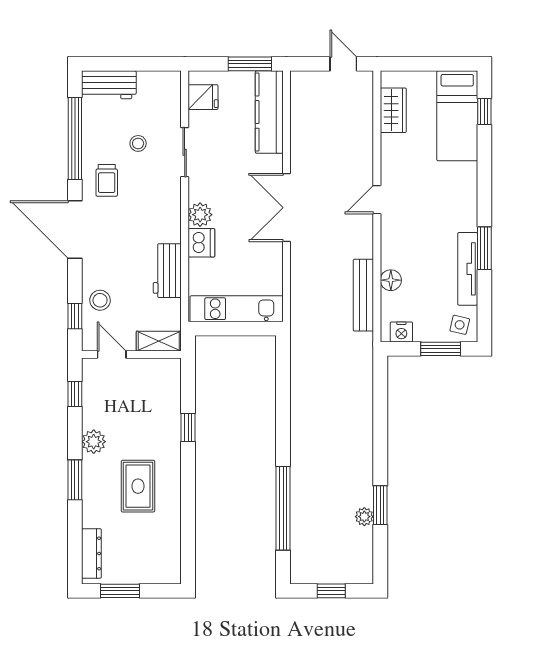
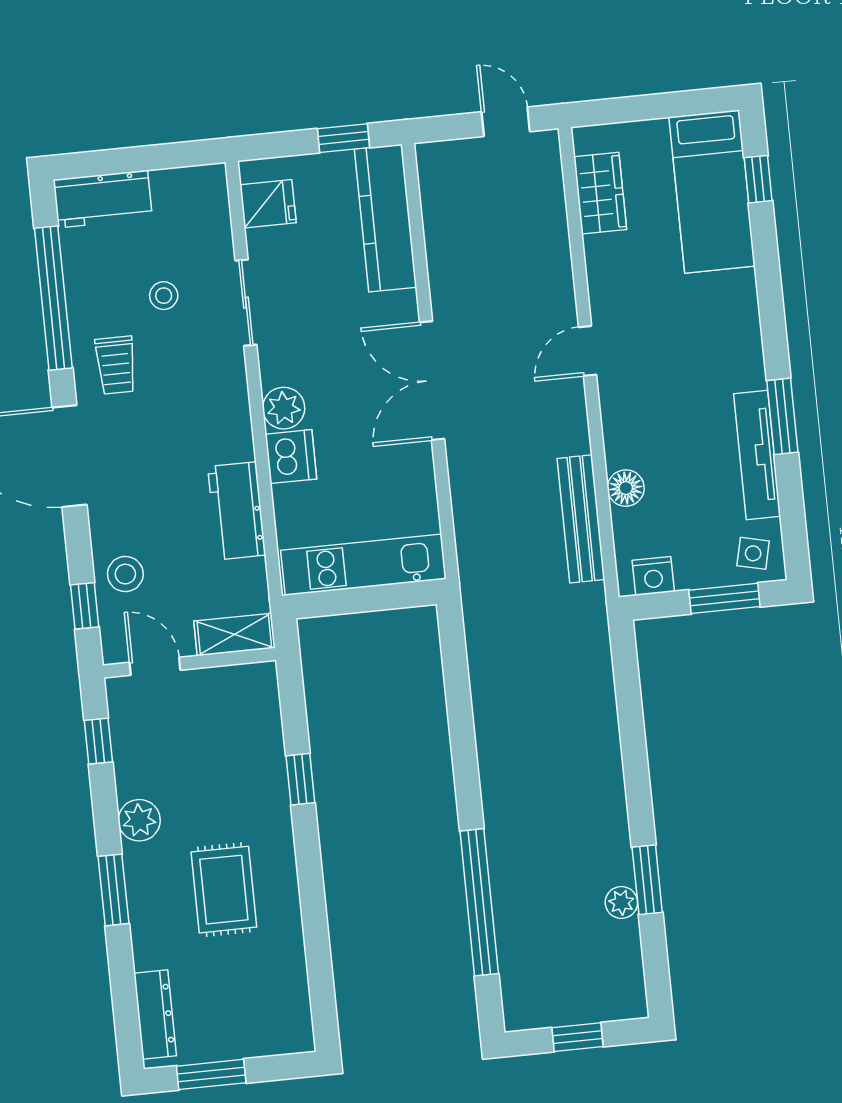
window: (250, 64) -> (343, 138), width x0.67

